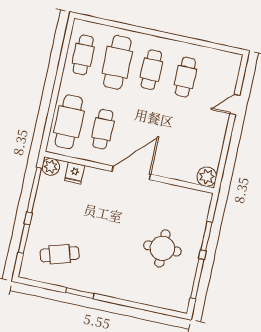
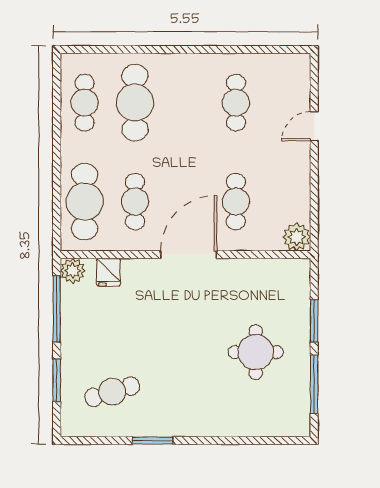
cafe table: (151, 70) -> (236, 202), moved

